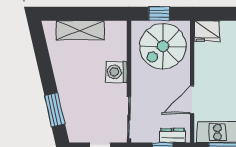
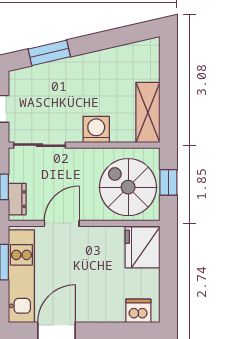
shelving: (80, 30) -> (148, 112), moved
fridge: (207, 31) -> (143, 247), width x1.36, depth x1.34
door: (192, 100) -> (62, 223), hinge flipped

